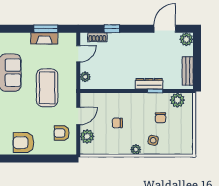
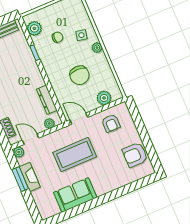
plant: (71, 38) -> (19, 152), added
dresser: (149, 84) -> (47, 100), moved
door: (78, 116) -> (79, 119), moved
chair: (117, 123) -> (80, 75), width x1.87, depth x1.87
armchair: (23, 143) -> (135, 155), turned 90

